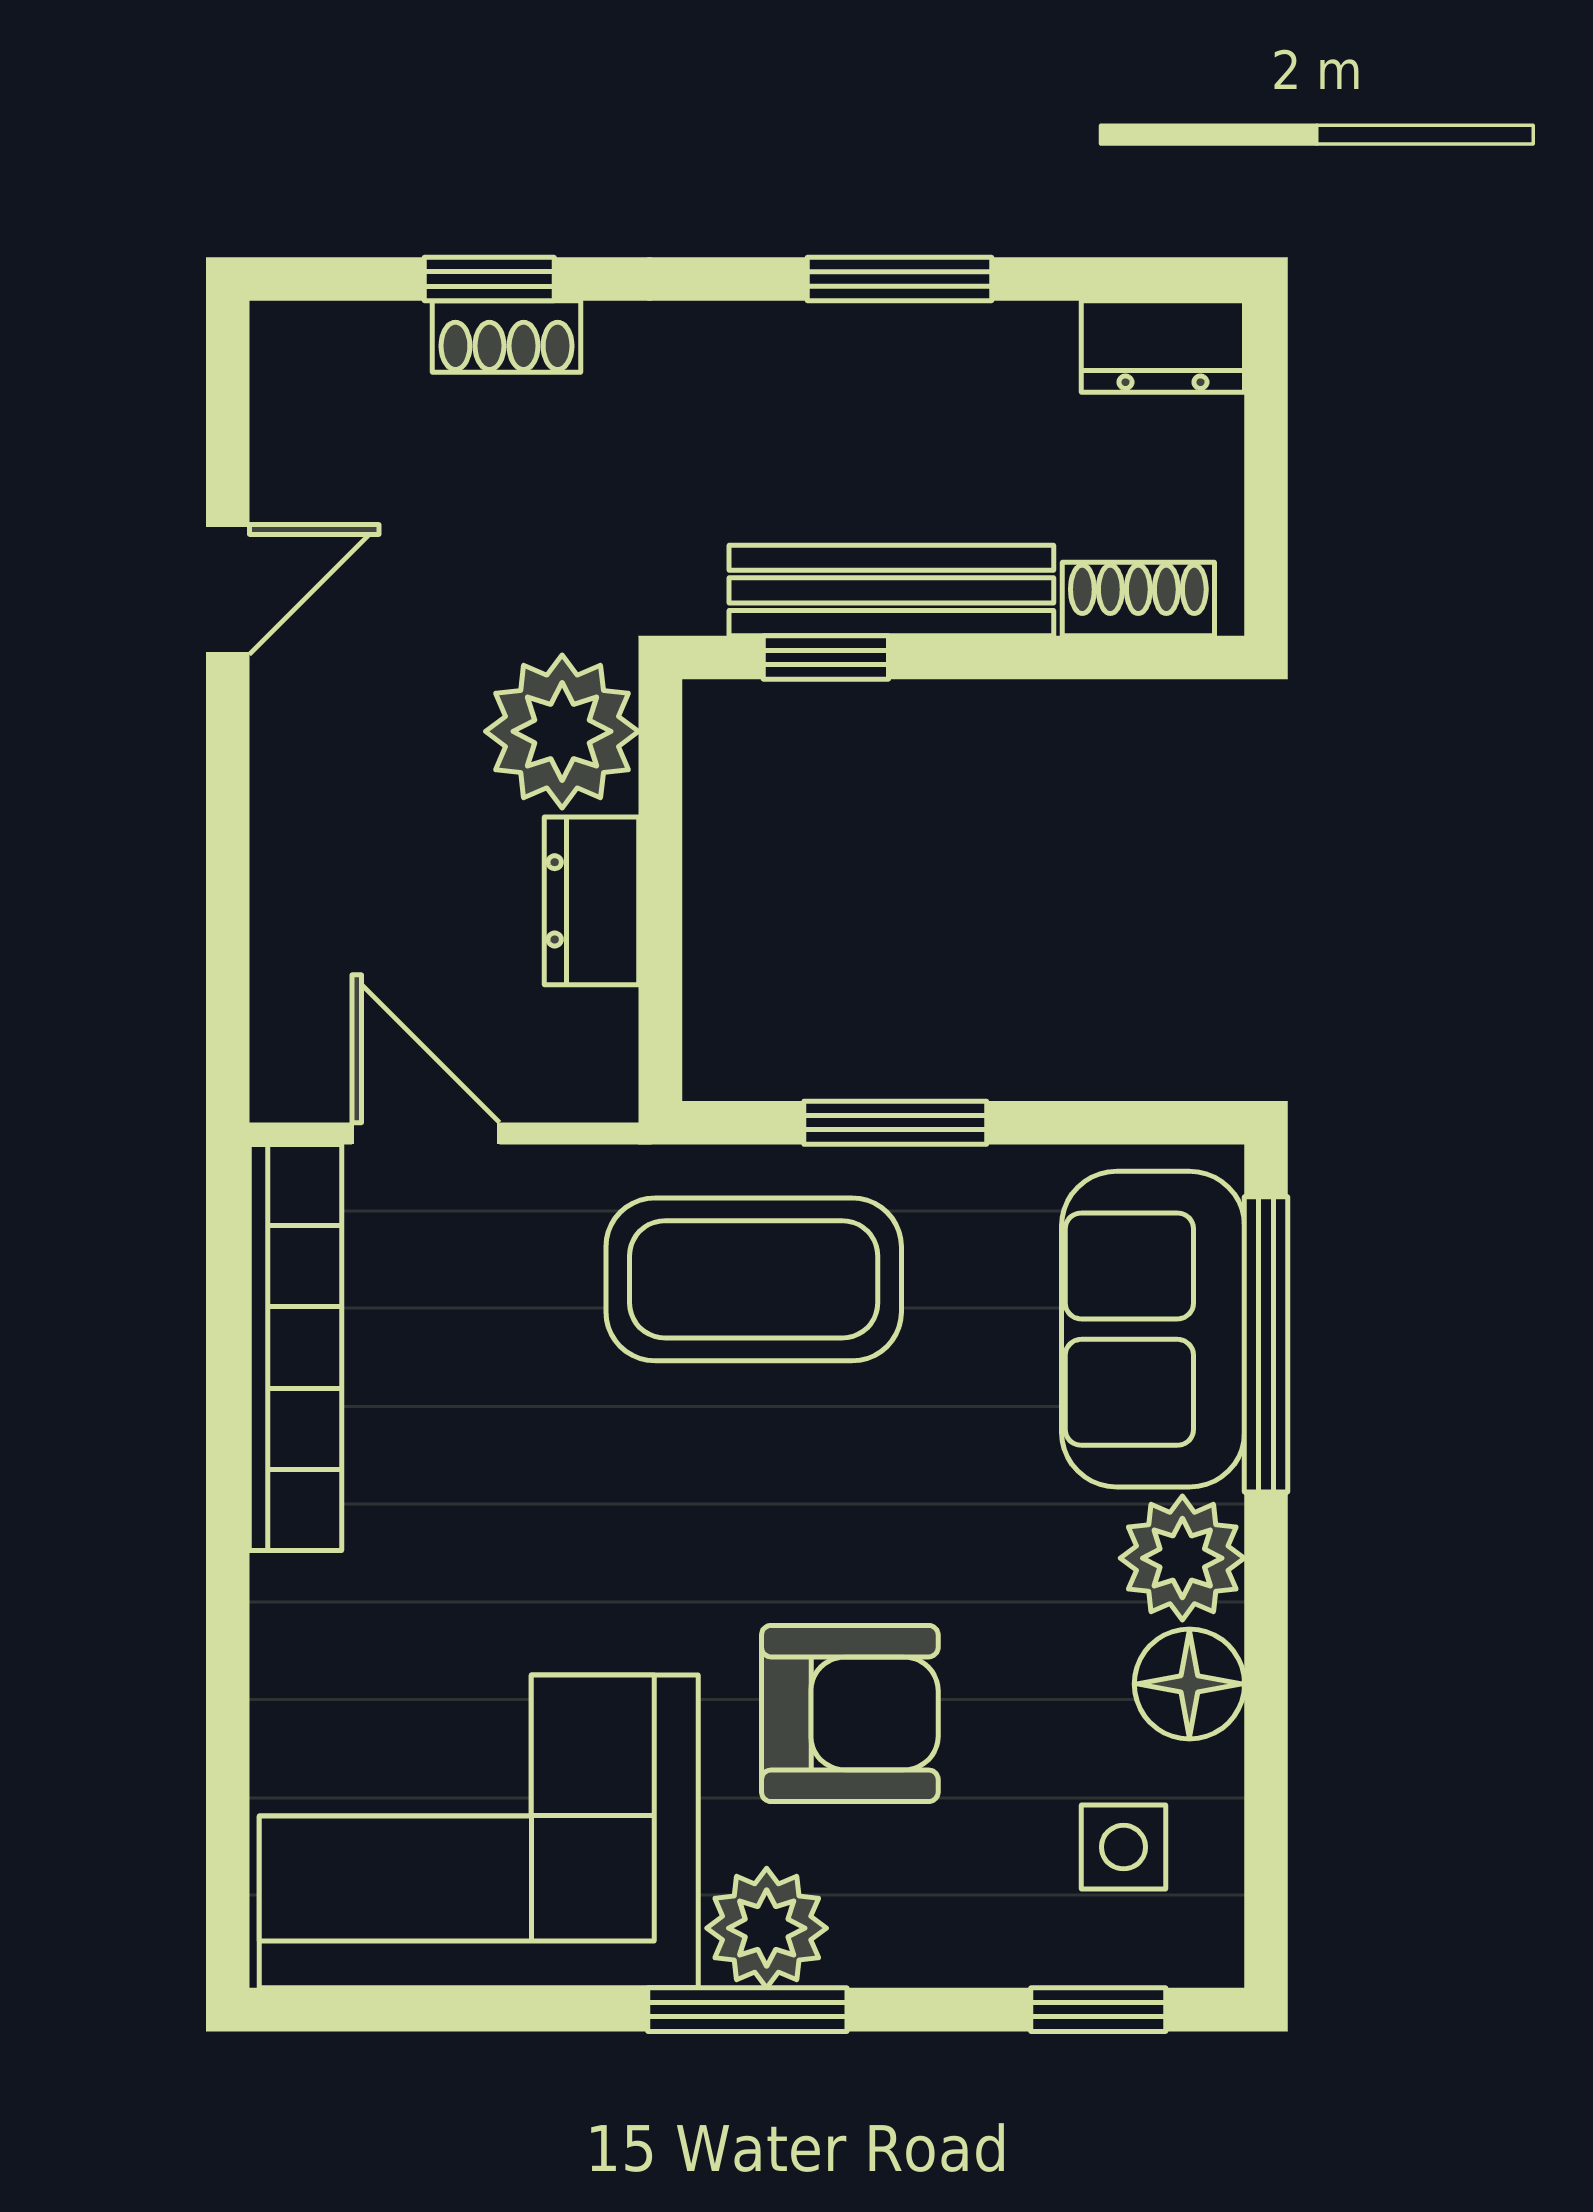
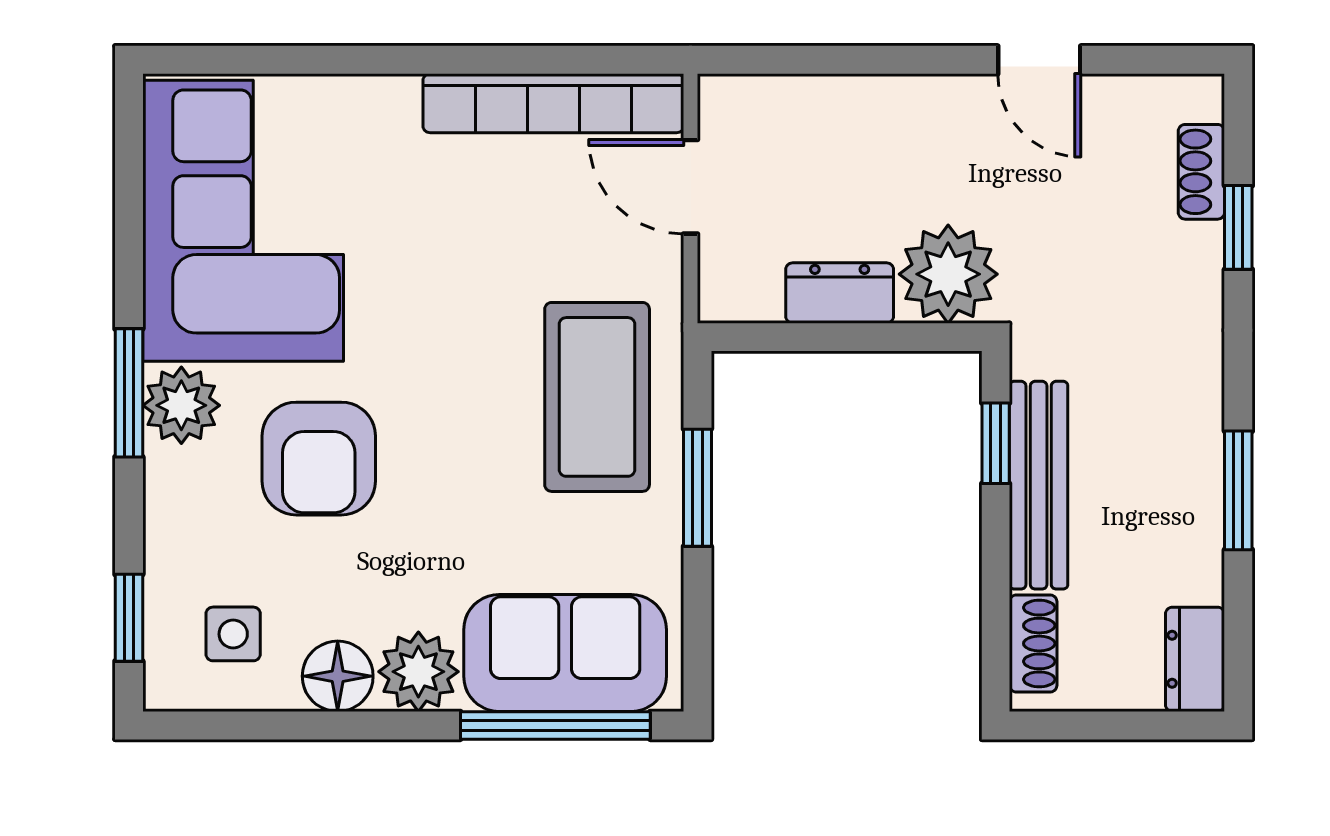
shoe rack: (507, 337) -> (1201, 172), moved
door: (426, 1133) -> (691, 187), swing flipped

